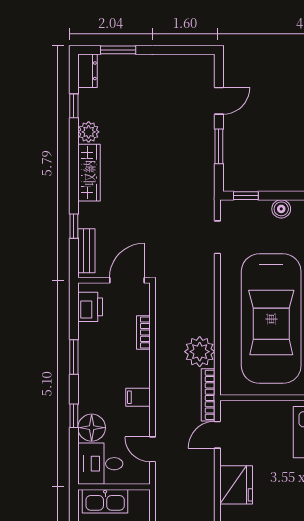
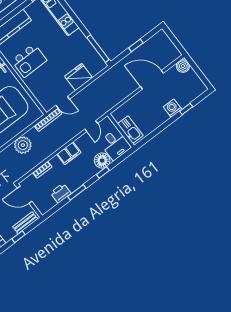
printer: (90, 307) -> (61, 193), moved
plant: (200, 352) -> (23, 145), moved
filing cabinet: (138, 397) -> (69, 153), width x2.00

